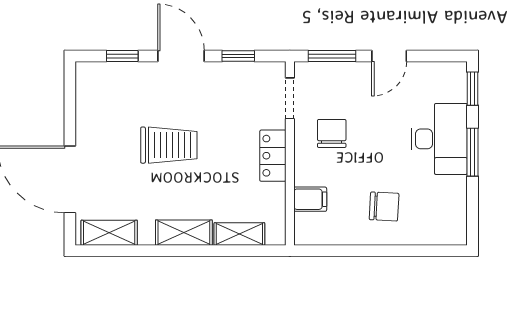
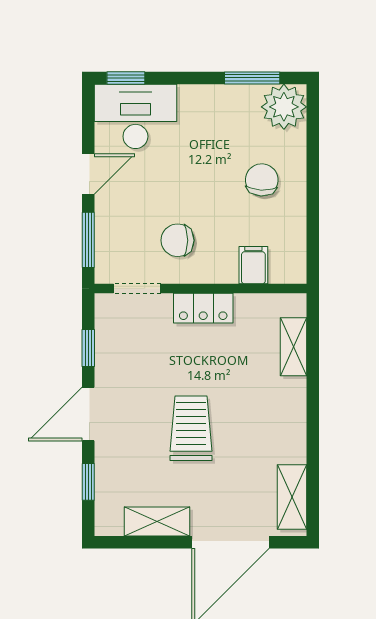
door: (389, 56) -> (88, 174), hinge flipped
desk: (439, 139) -> (135, 116), moved
window: (472, 152) -> (252, 78), moved
plant: (448, 226) -> (284, 107), added
shelving: (184, 233) -> (157, 521), moved, turned 90

